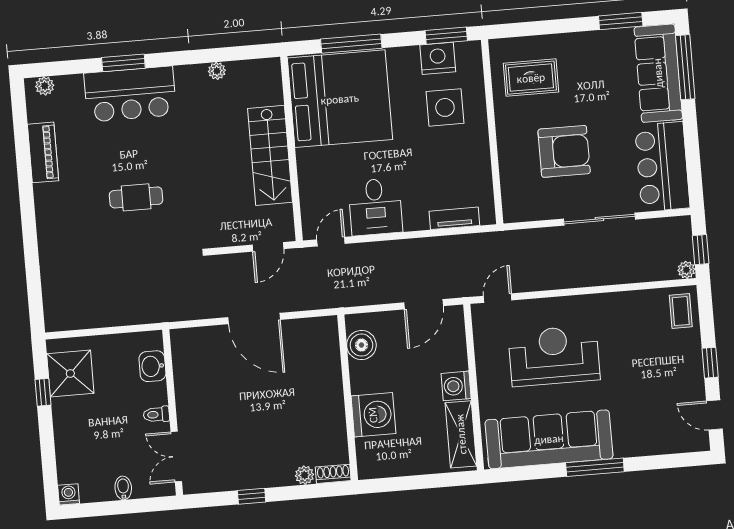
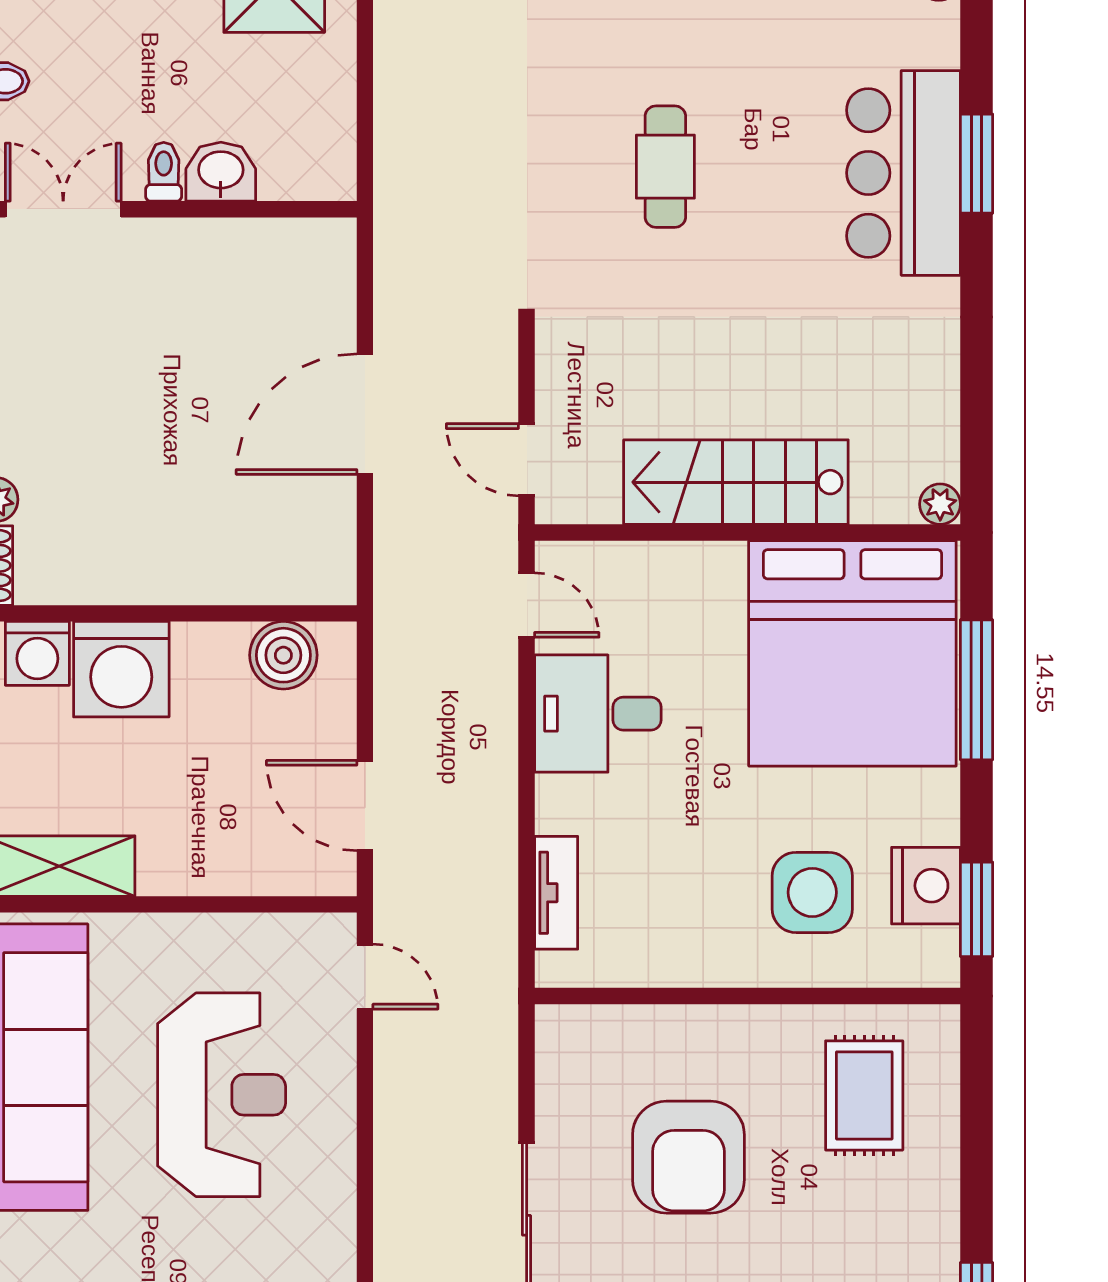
plant: (217, 71) -> (940, 504), moved
washbasin: (152, 366) -> (221, 172), moved
washing machine: (456, 386) -> (37, 653), moved, turned 180

